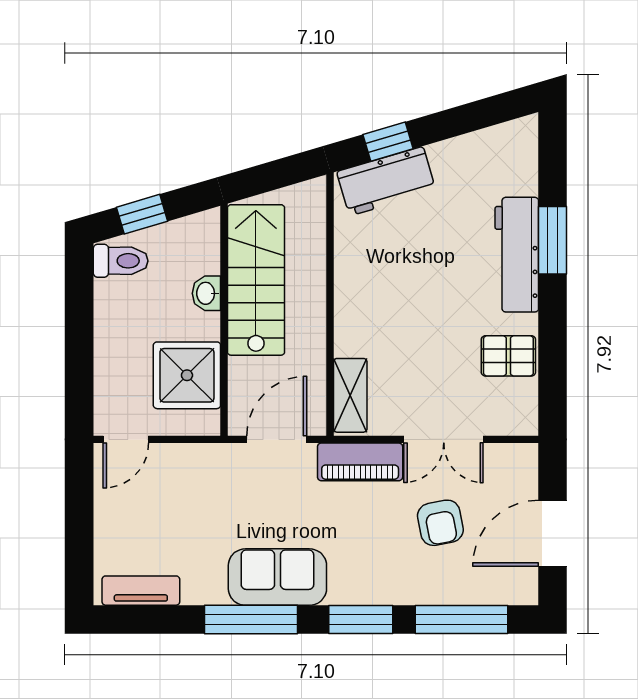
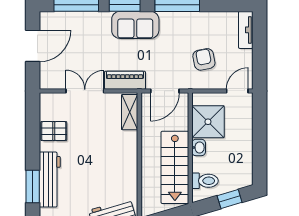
toilet: (121, 261) -> (205, 181), moved, turned 180
washbasin: (206, 293) -> (199, 147), moved
armchair: (440, 523) -> (204, 59), moved
sofa: (277, 577) -> (135, 25), moved
tv unit: (141, 591) -> (246, 30), moved, turned 90

